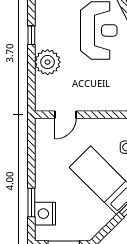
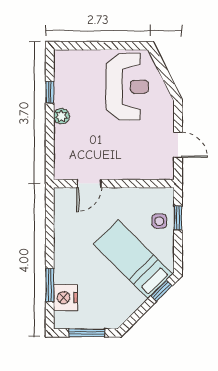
plant: (48, 62) -> (61, 116), width x0.53, depth x0.53

